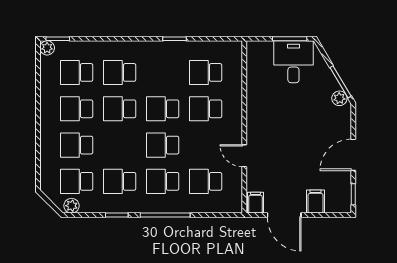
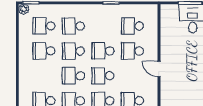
school desk: (77, 145) -> (73, 76), moved
door: (244, 156) -> (159, 69), moved

